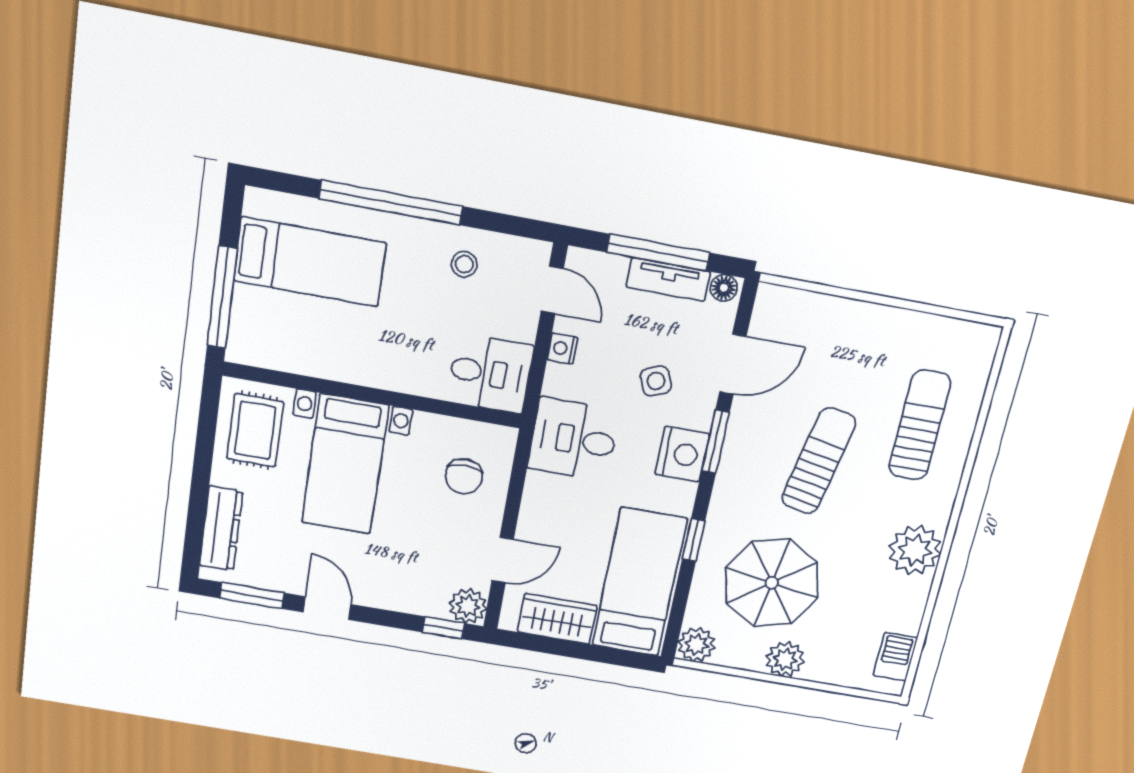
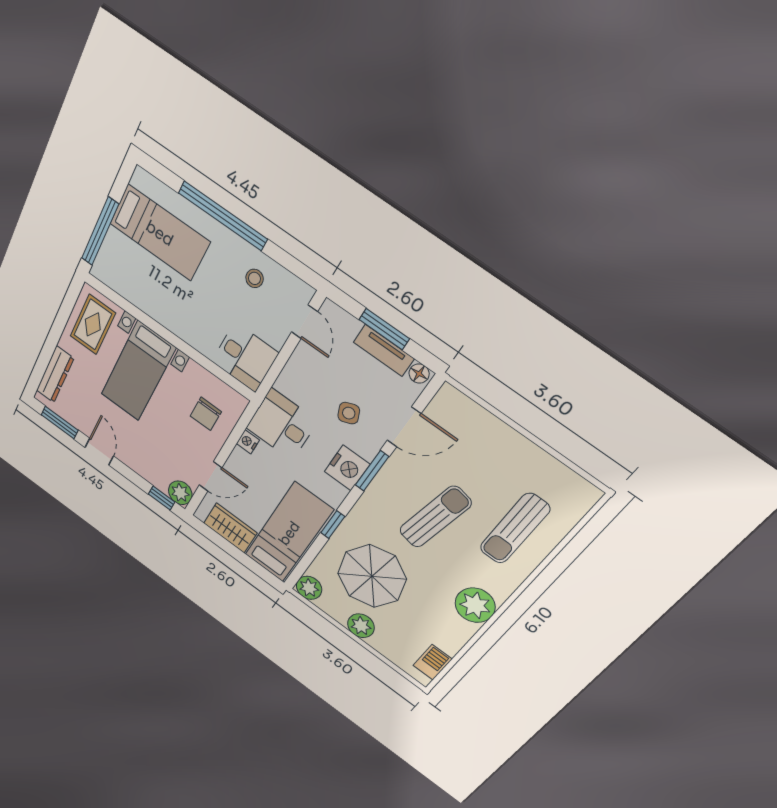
window: (658, 252) -> (384, 329), width x0.69
nightstand: (562, 348) -> (248, 442), moved
sun lounger: (920, 425) -> (515, 529), turned 180

